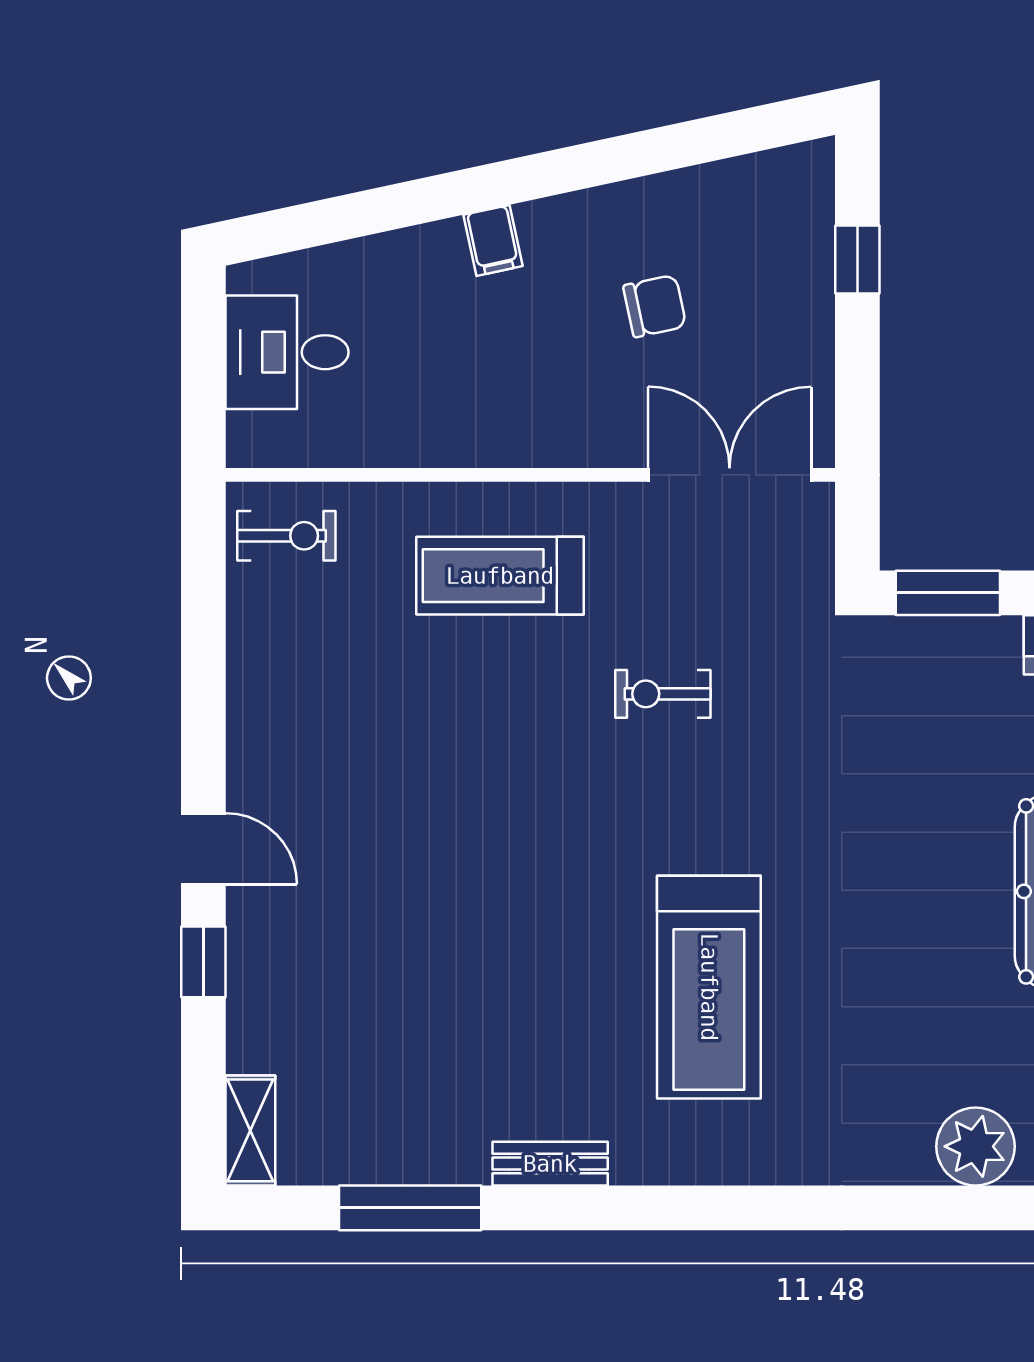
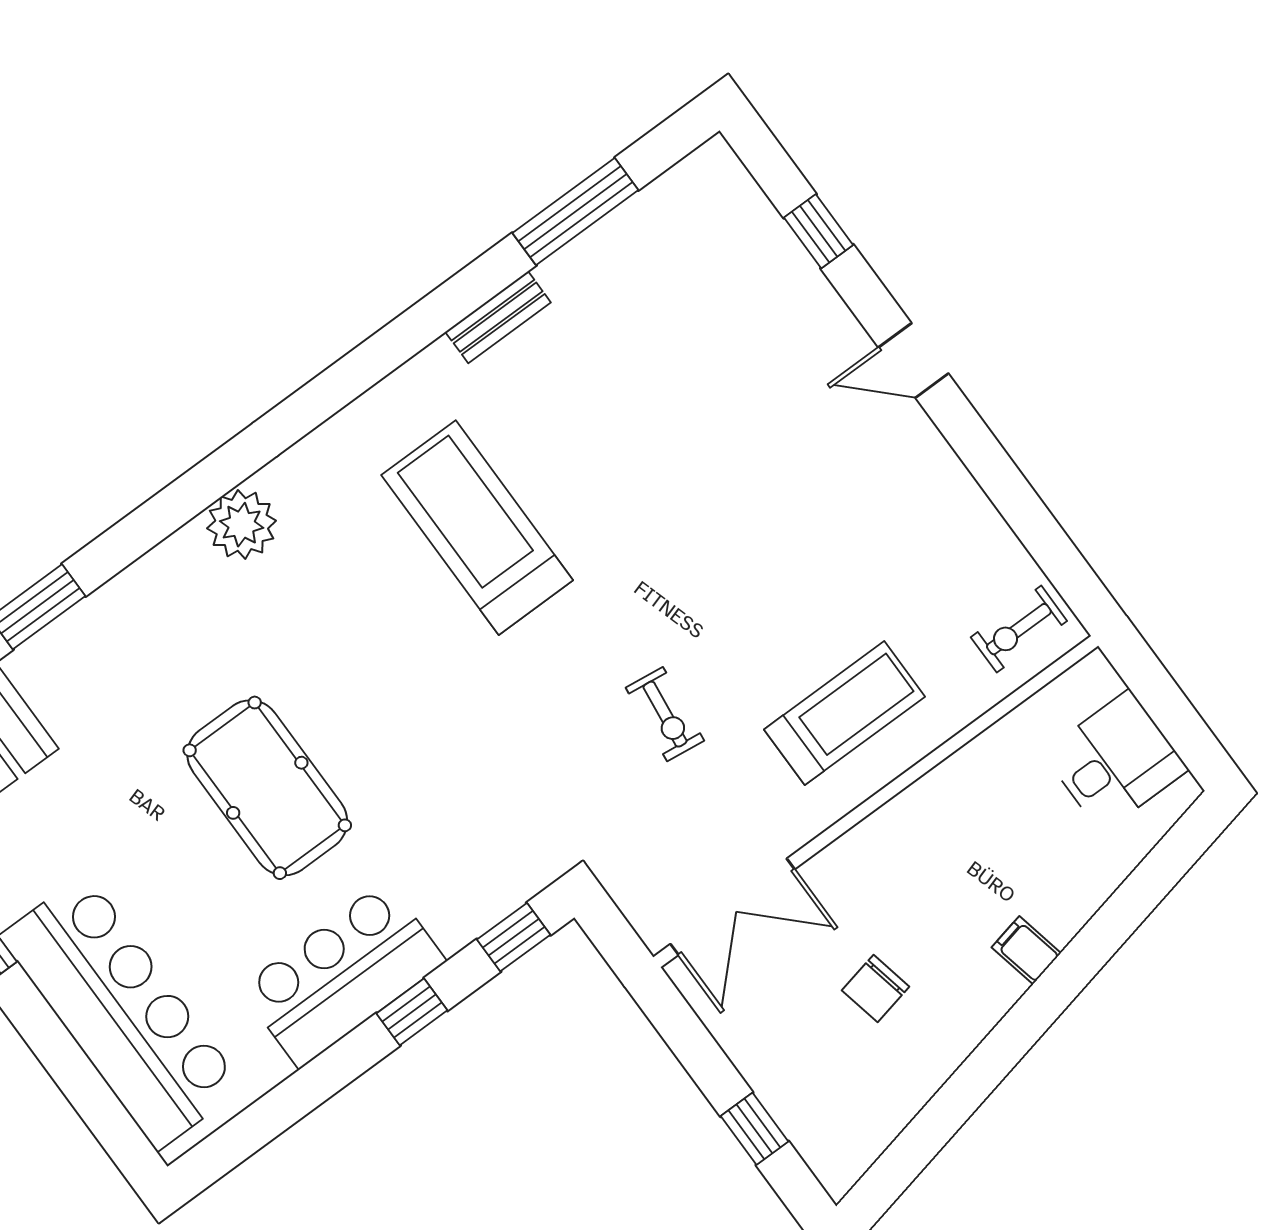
window: (948, 593) -> (514, 937), width x0.67
exercise bike: (663, 694) -> (665, 714), turned 97
window: (203, 962) -> (819, 231), moved
shelving: (250, 1130) -> (731, 183), removed
plant: (976, 1146) -> (242, 525), moved

